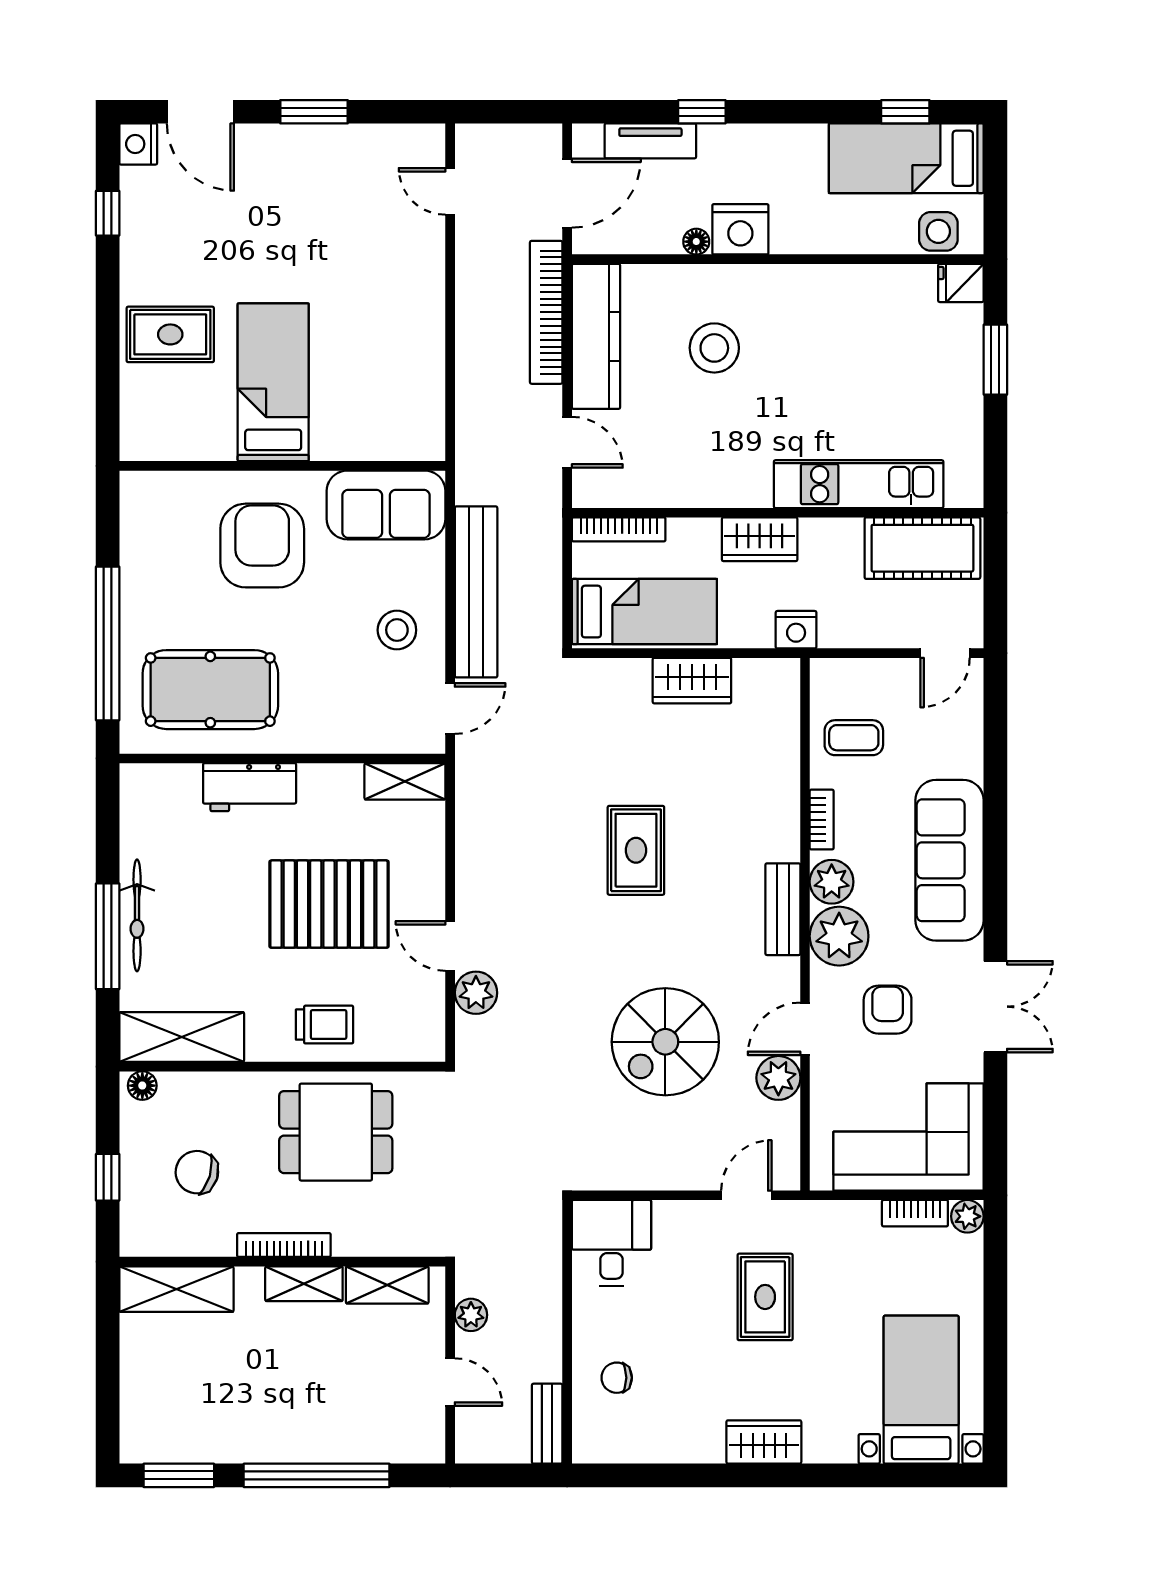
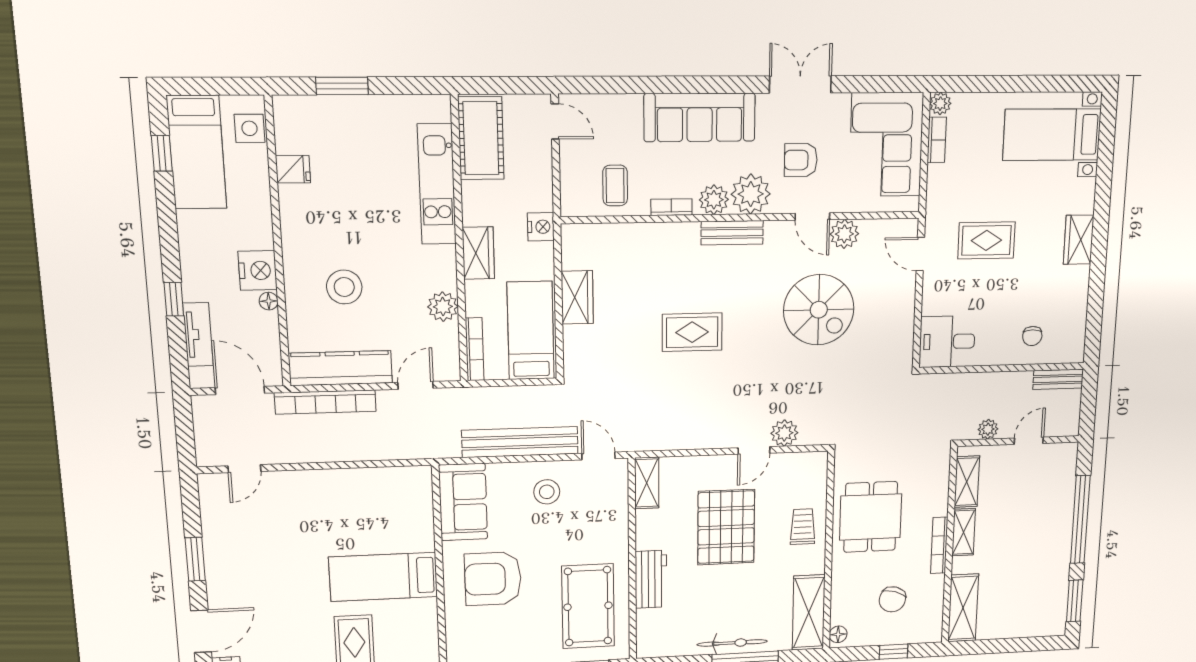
fridge: (961, 283) -> (293, 169), moved, turned -90
plant: (683, 486) -> (443, 307), added

